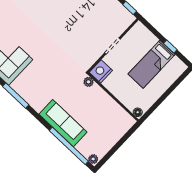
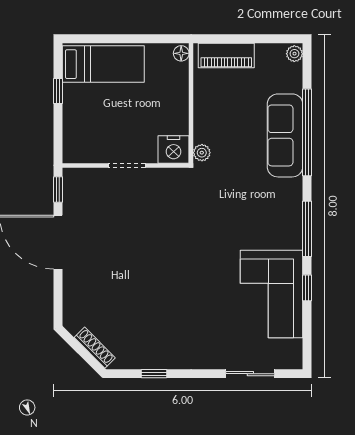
bed: (152, 64) -> (103, 64), moved
piano: (119, 130) -> (226, 56), added
window: (69, 146) -> (307, 132), moved

